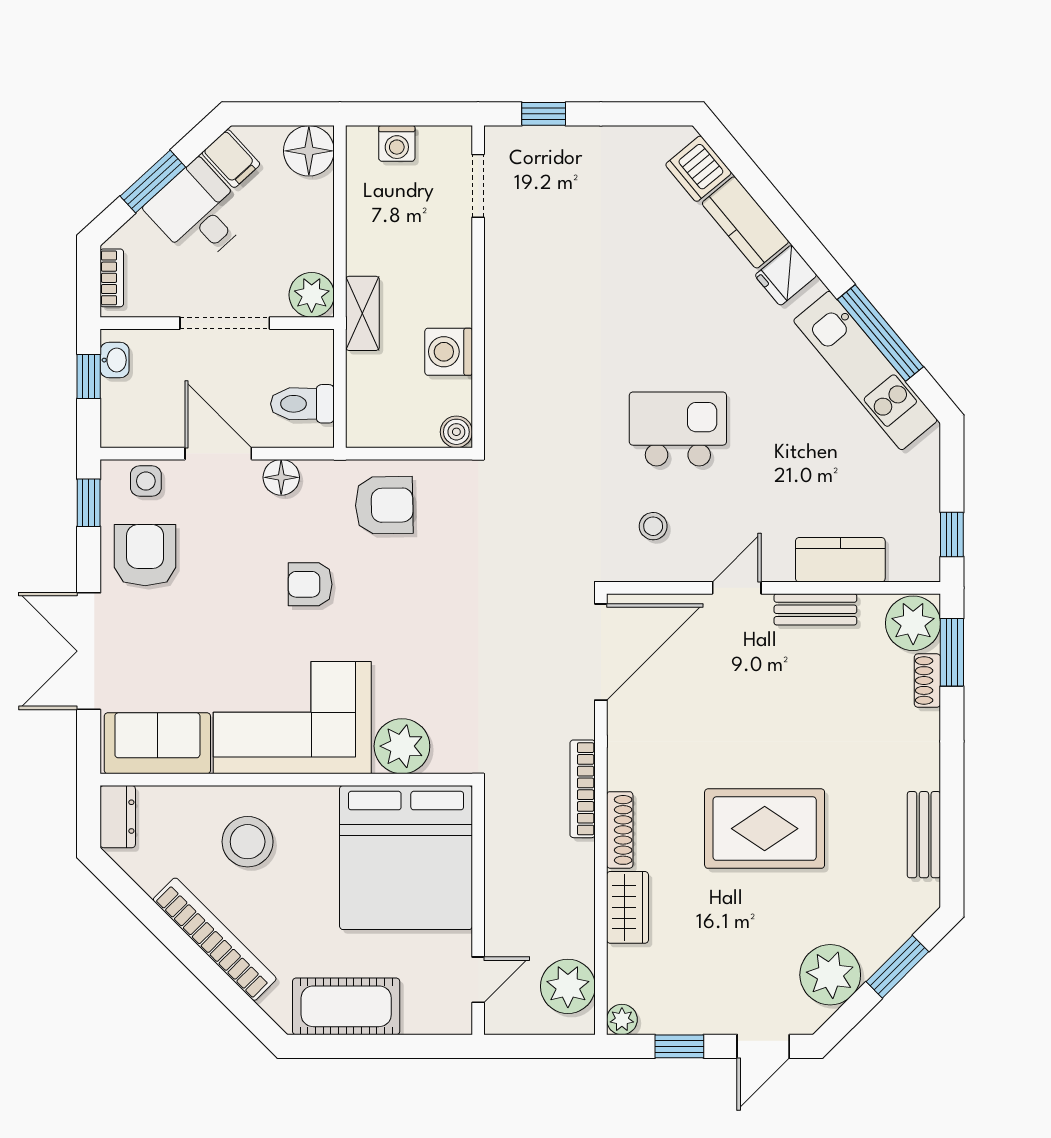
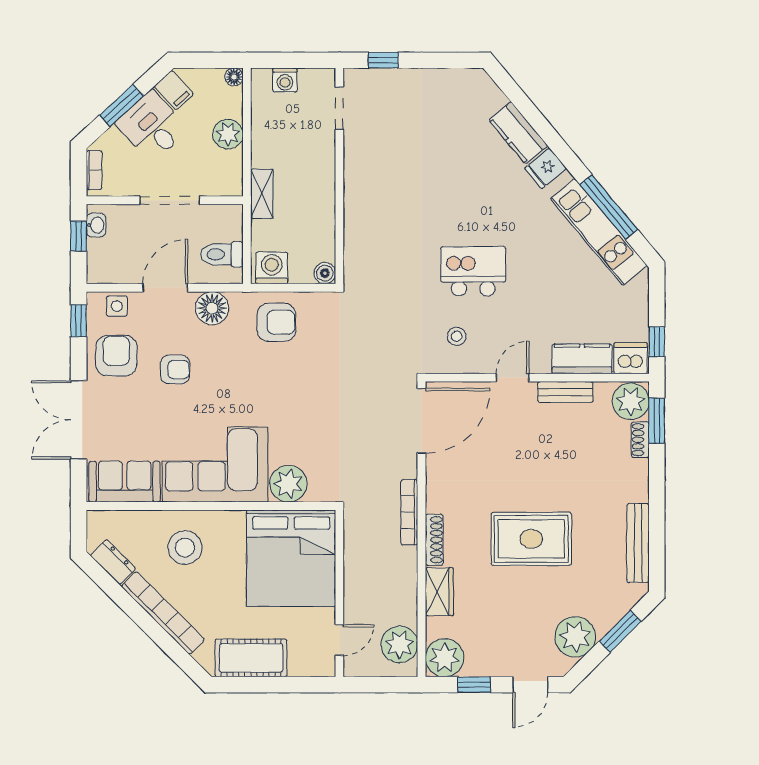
floor lamp: (309, 151) -> (234, 77), width x0.53, depth x0.53
dishwasher: (698, 169) -> (631, 358), moved, turned 130
plant: (312, 295) -> (228, 134), moved
washing machine: (449, 352) -> (272, 268), moved, turned 90
door: (218, 454) -> (165, 288), hinge flipped
floor lamp: (281, 477) -> (212, 308), width x1.38, depth x1.38
armchair: (310, 584) -> (175, 369), moved, turned 180
dresser: (118, 817) -> (113, 562), moved, turned -45
bench: (924, 835) -> (638, 543), width x1.36
plant: (622, 1020) -> (445, 658), width x1.87, depth x1.87

